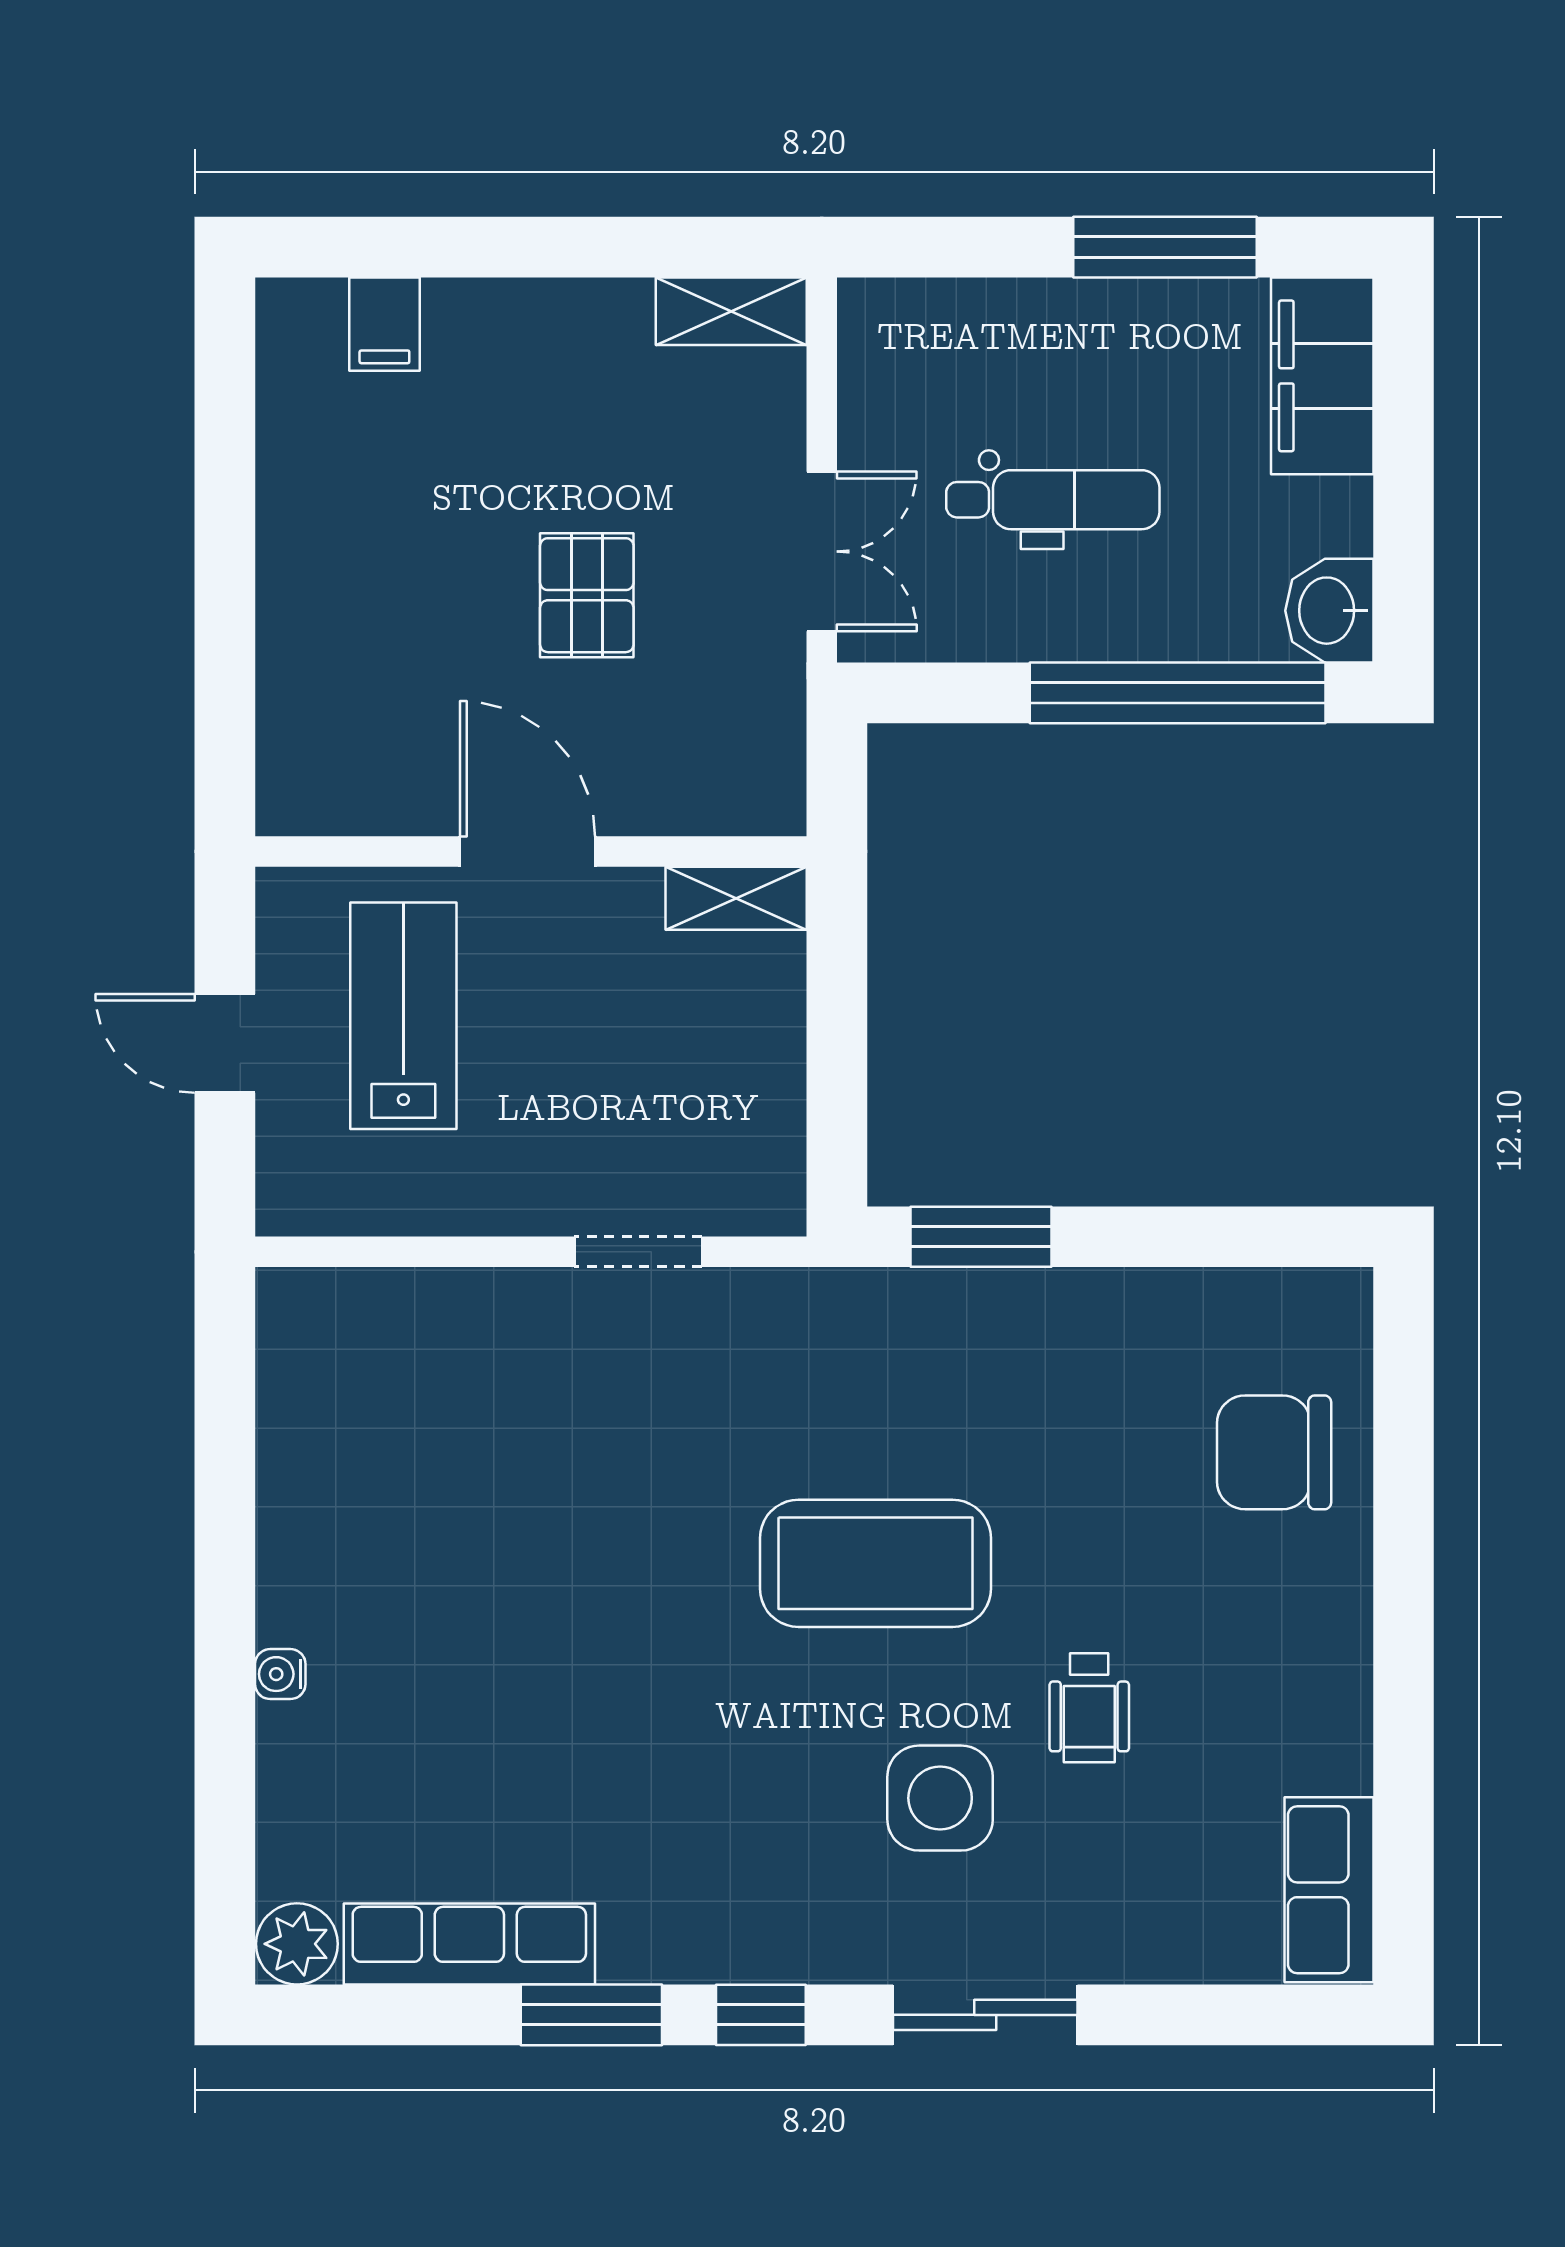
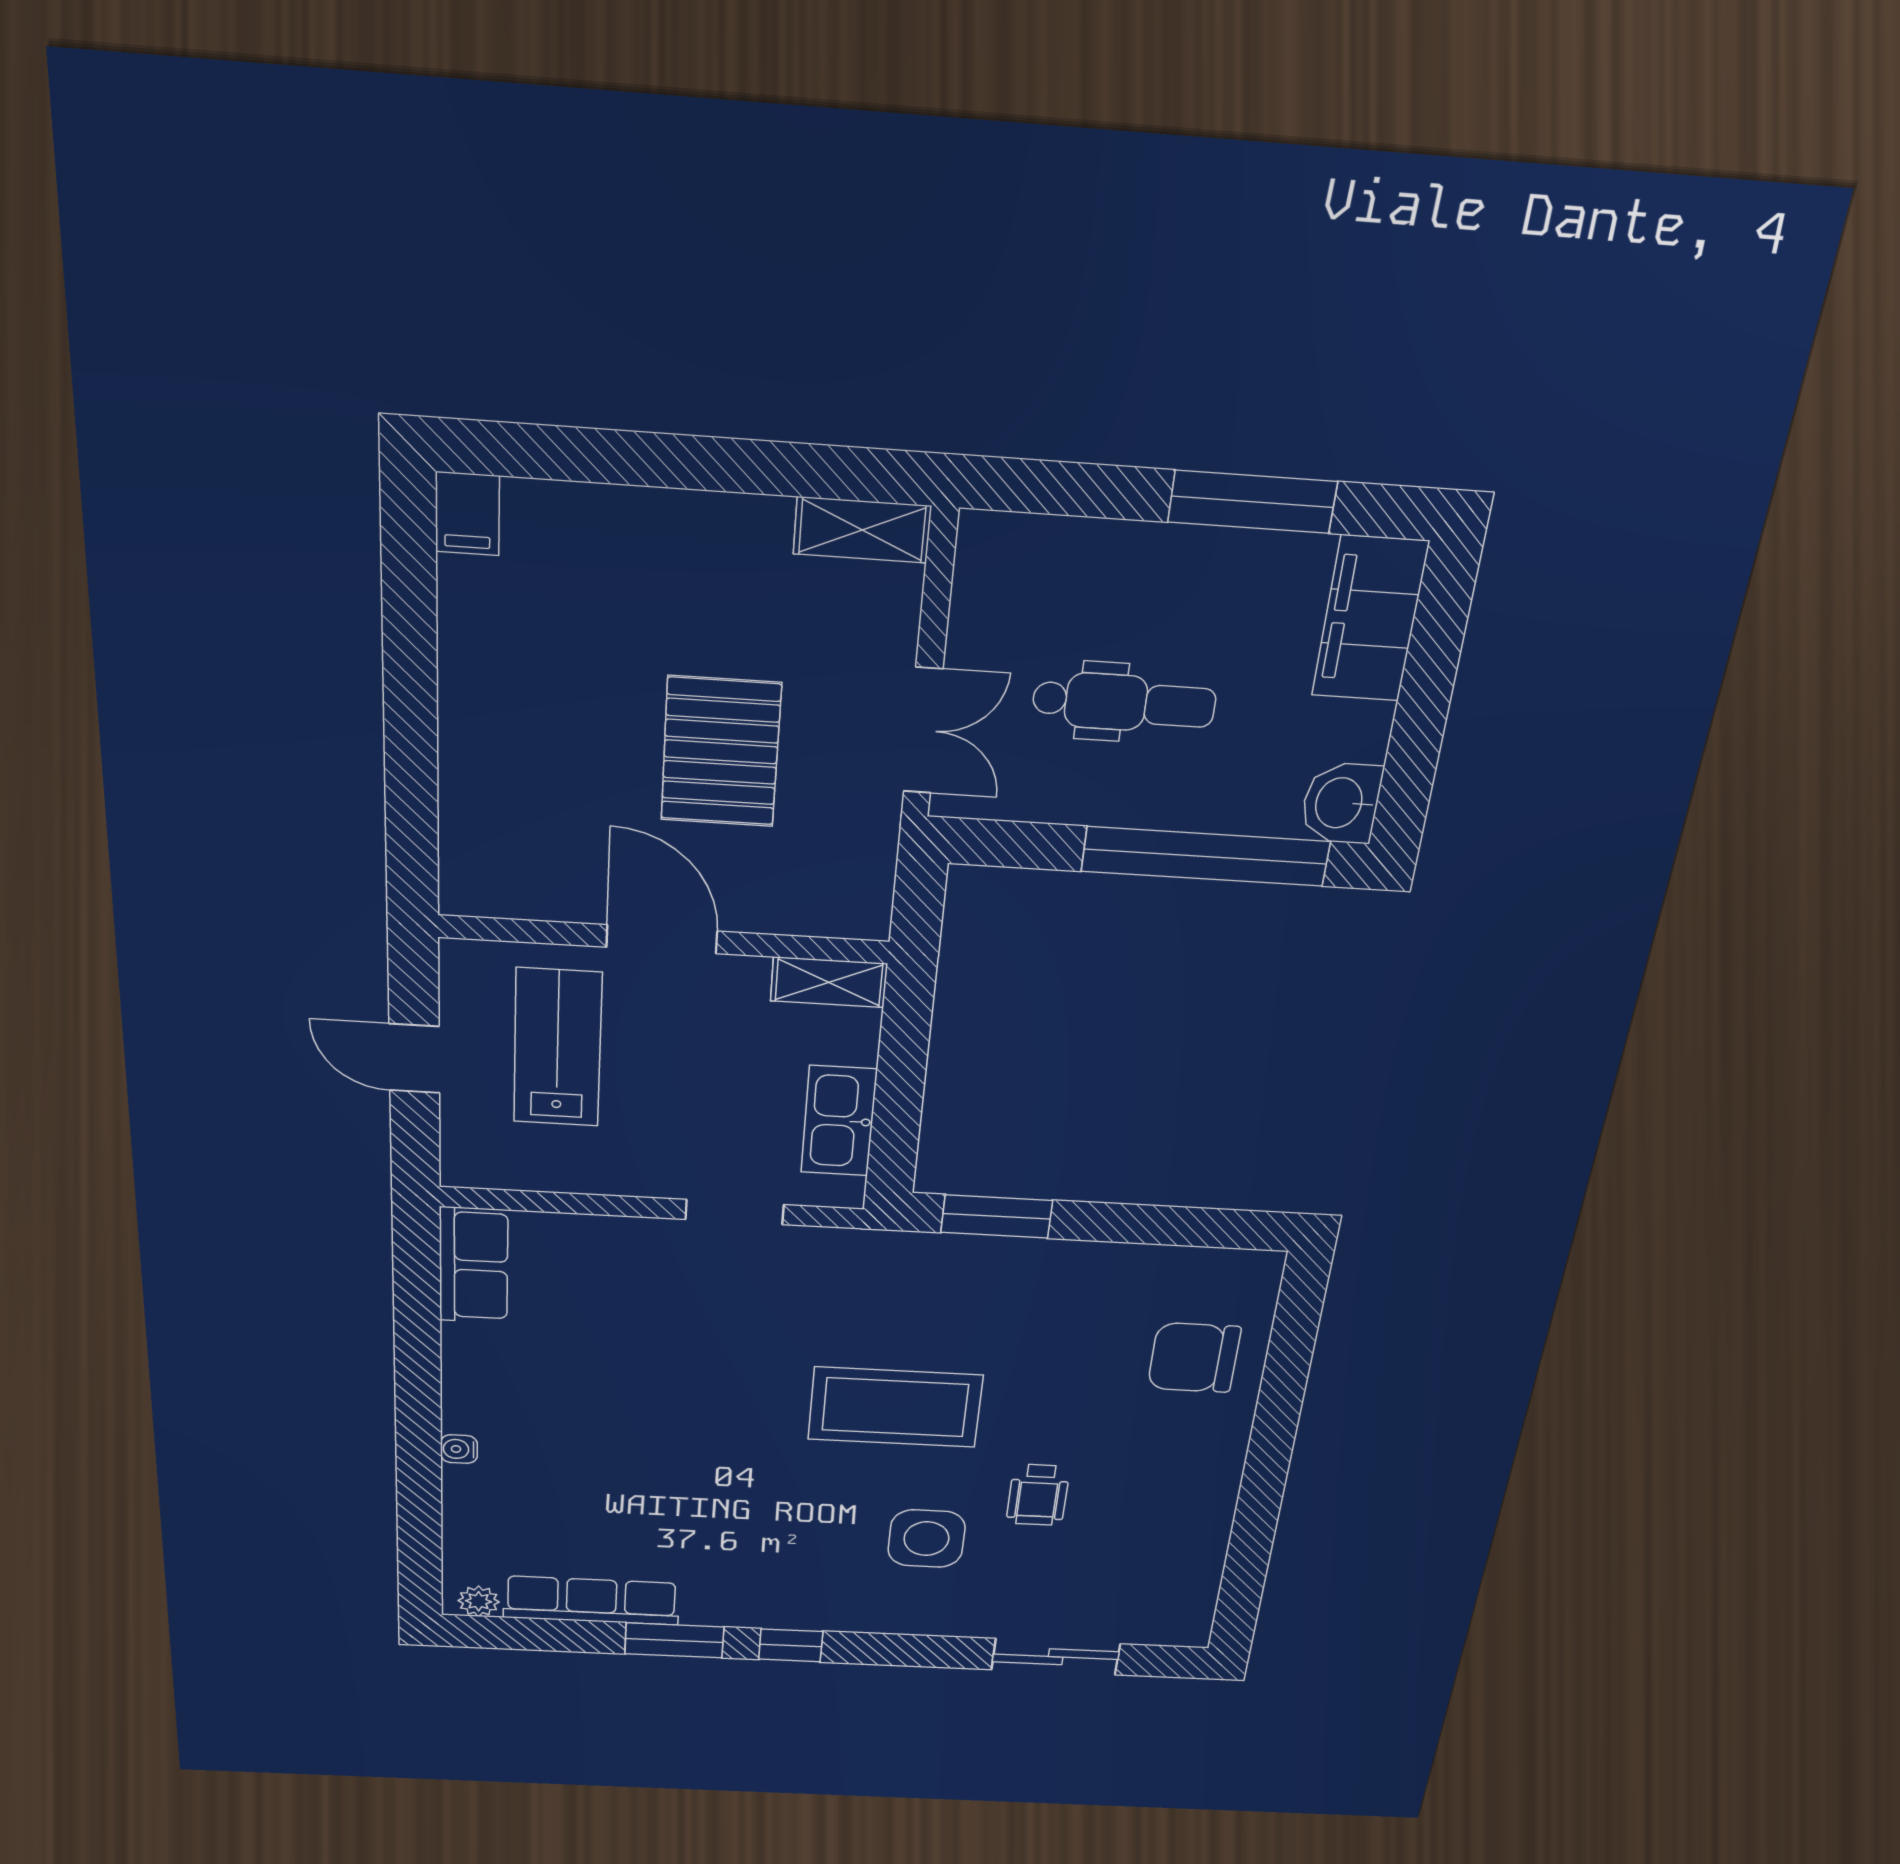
filing cabinet: (384, 324) -> (467, 514), moved
pallet: (587, 595) -> (721, 752), width x1.50, depth x1.42
kitchen sink: (764, 1102) -> (839, 1121), added
row of seats: (1329, 1890) -> (473, 1265), moved, turned 180
plant: (297, 1944) -> (479, 1601), width x0.73, depth x0.73
sliding door: (985, 2015) -> (1056, 1657), moved

